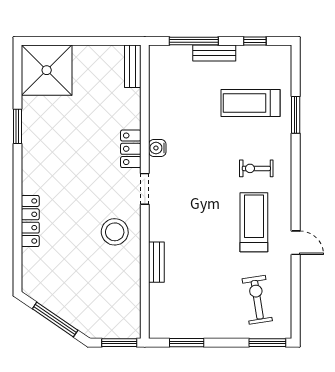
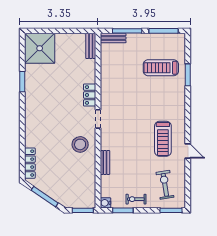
window: (255, 41) -> (164, 31), width x2.17
bench: (214, 53) -> (113, 38), moved
water cooler: (157, 148) -> (105, 203), moved
exercise bike: (256, 168) -> (136, 199), moved
locker: (30, 221) -> (30, 163), moved
treadmill: (254, 222) -> (163, 139), turned 180

